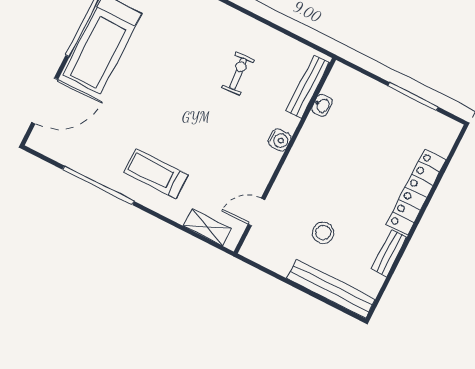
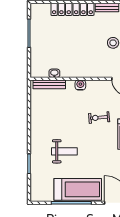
weight bench: (179, 55) -> (64, 151), added
exercise bike: (238, 74) -> (99, 118), moved

